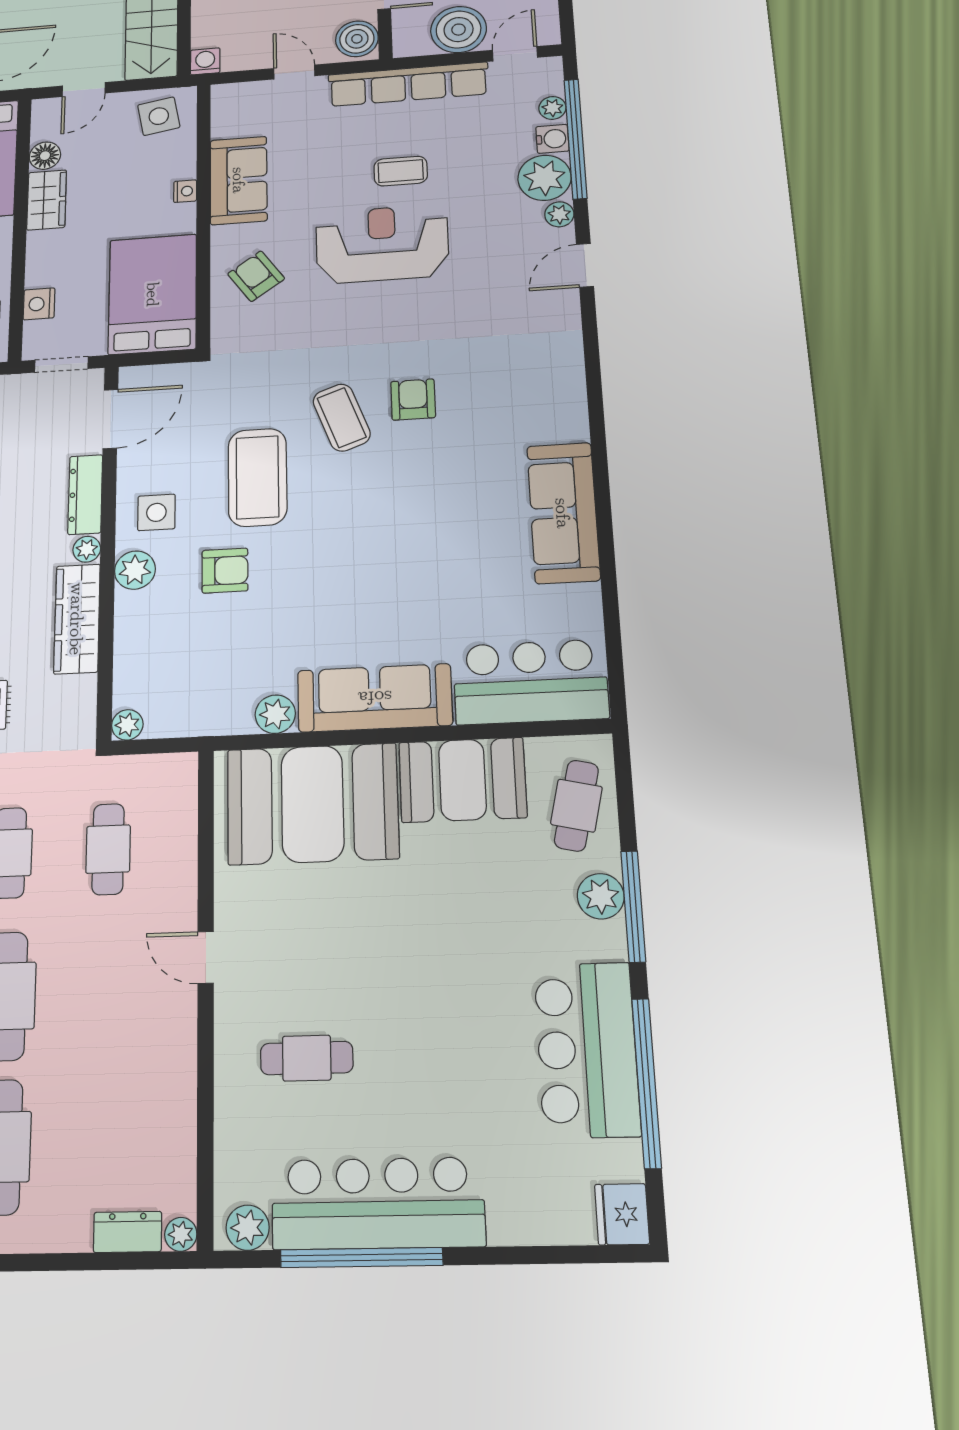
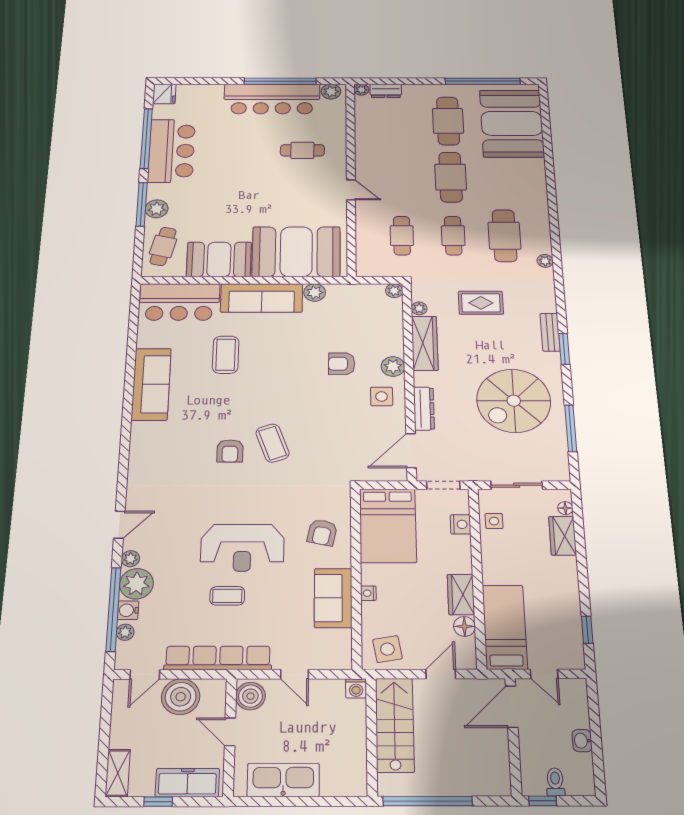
armchair: (256, 276) -> (322, 532), turned 47
coffee table: (257, 477) -> (226, 355), moved, width x0.73, depth x0.76
plant: (87, 549) -> (419, 308), moved

